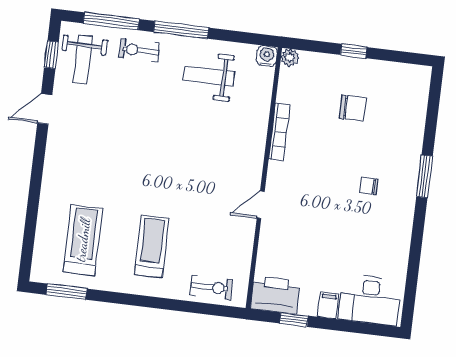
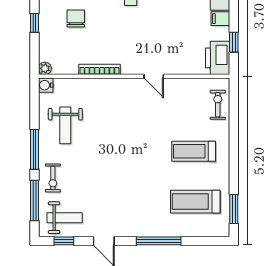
window: (36, 184) -> (159, 241), added

